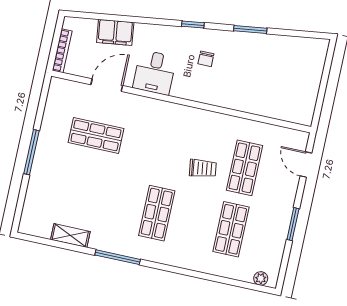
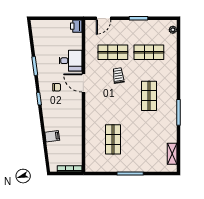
filing cabinet: (115, 32) -> (52, 136), width x0.50
desk: (155, 72) -> (70, 61), moved
door: (107, 85) -> (83, 83), moved
printer: (303, 115) -> (76, 26), added
shop shelf: (157, 213) -> (149, 96), turned 90
shelving: (70, 236) -> (172, 154), moved

